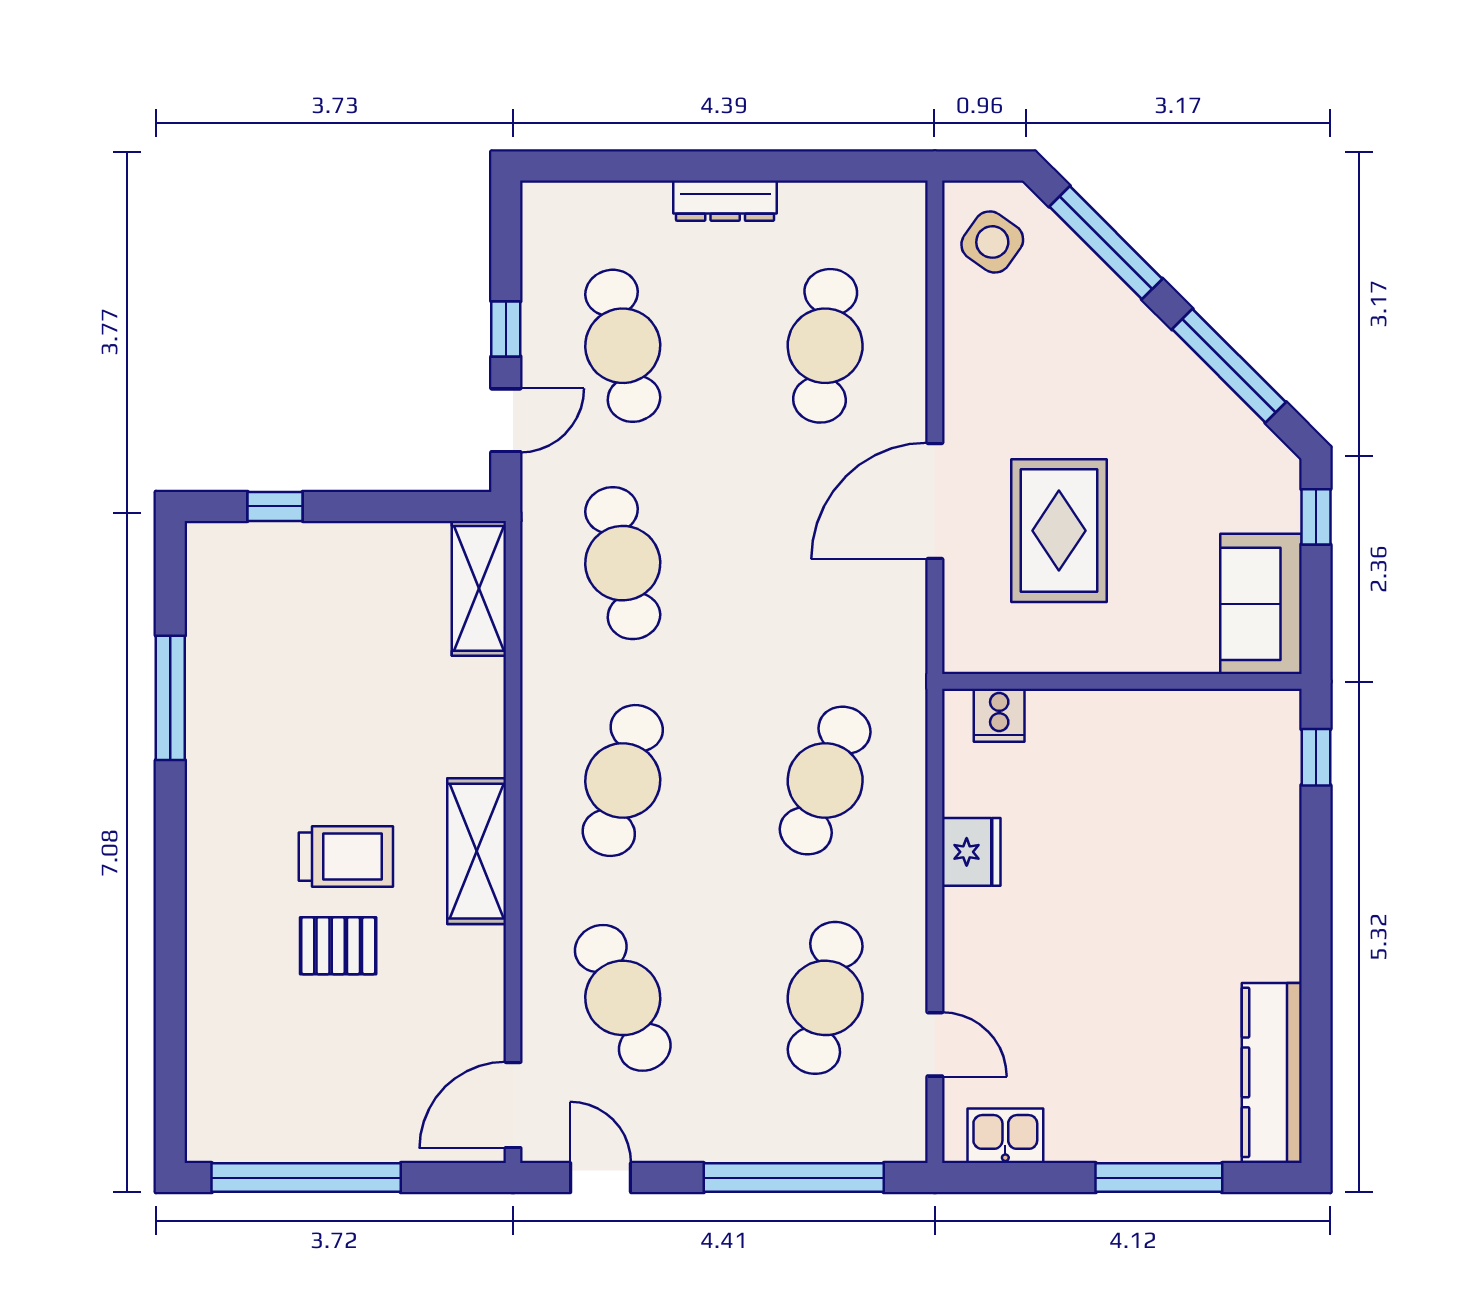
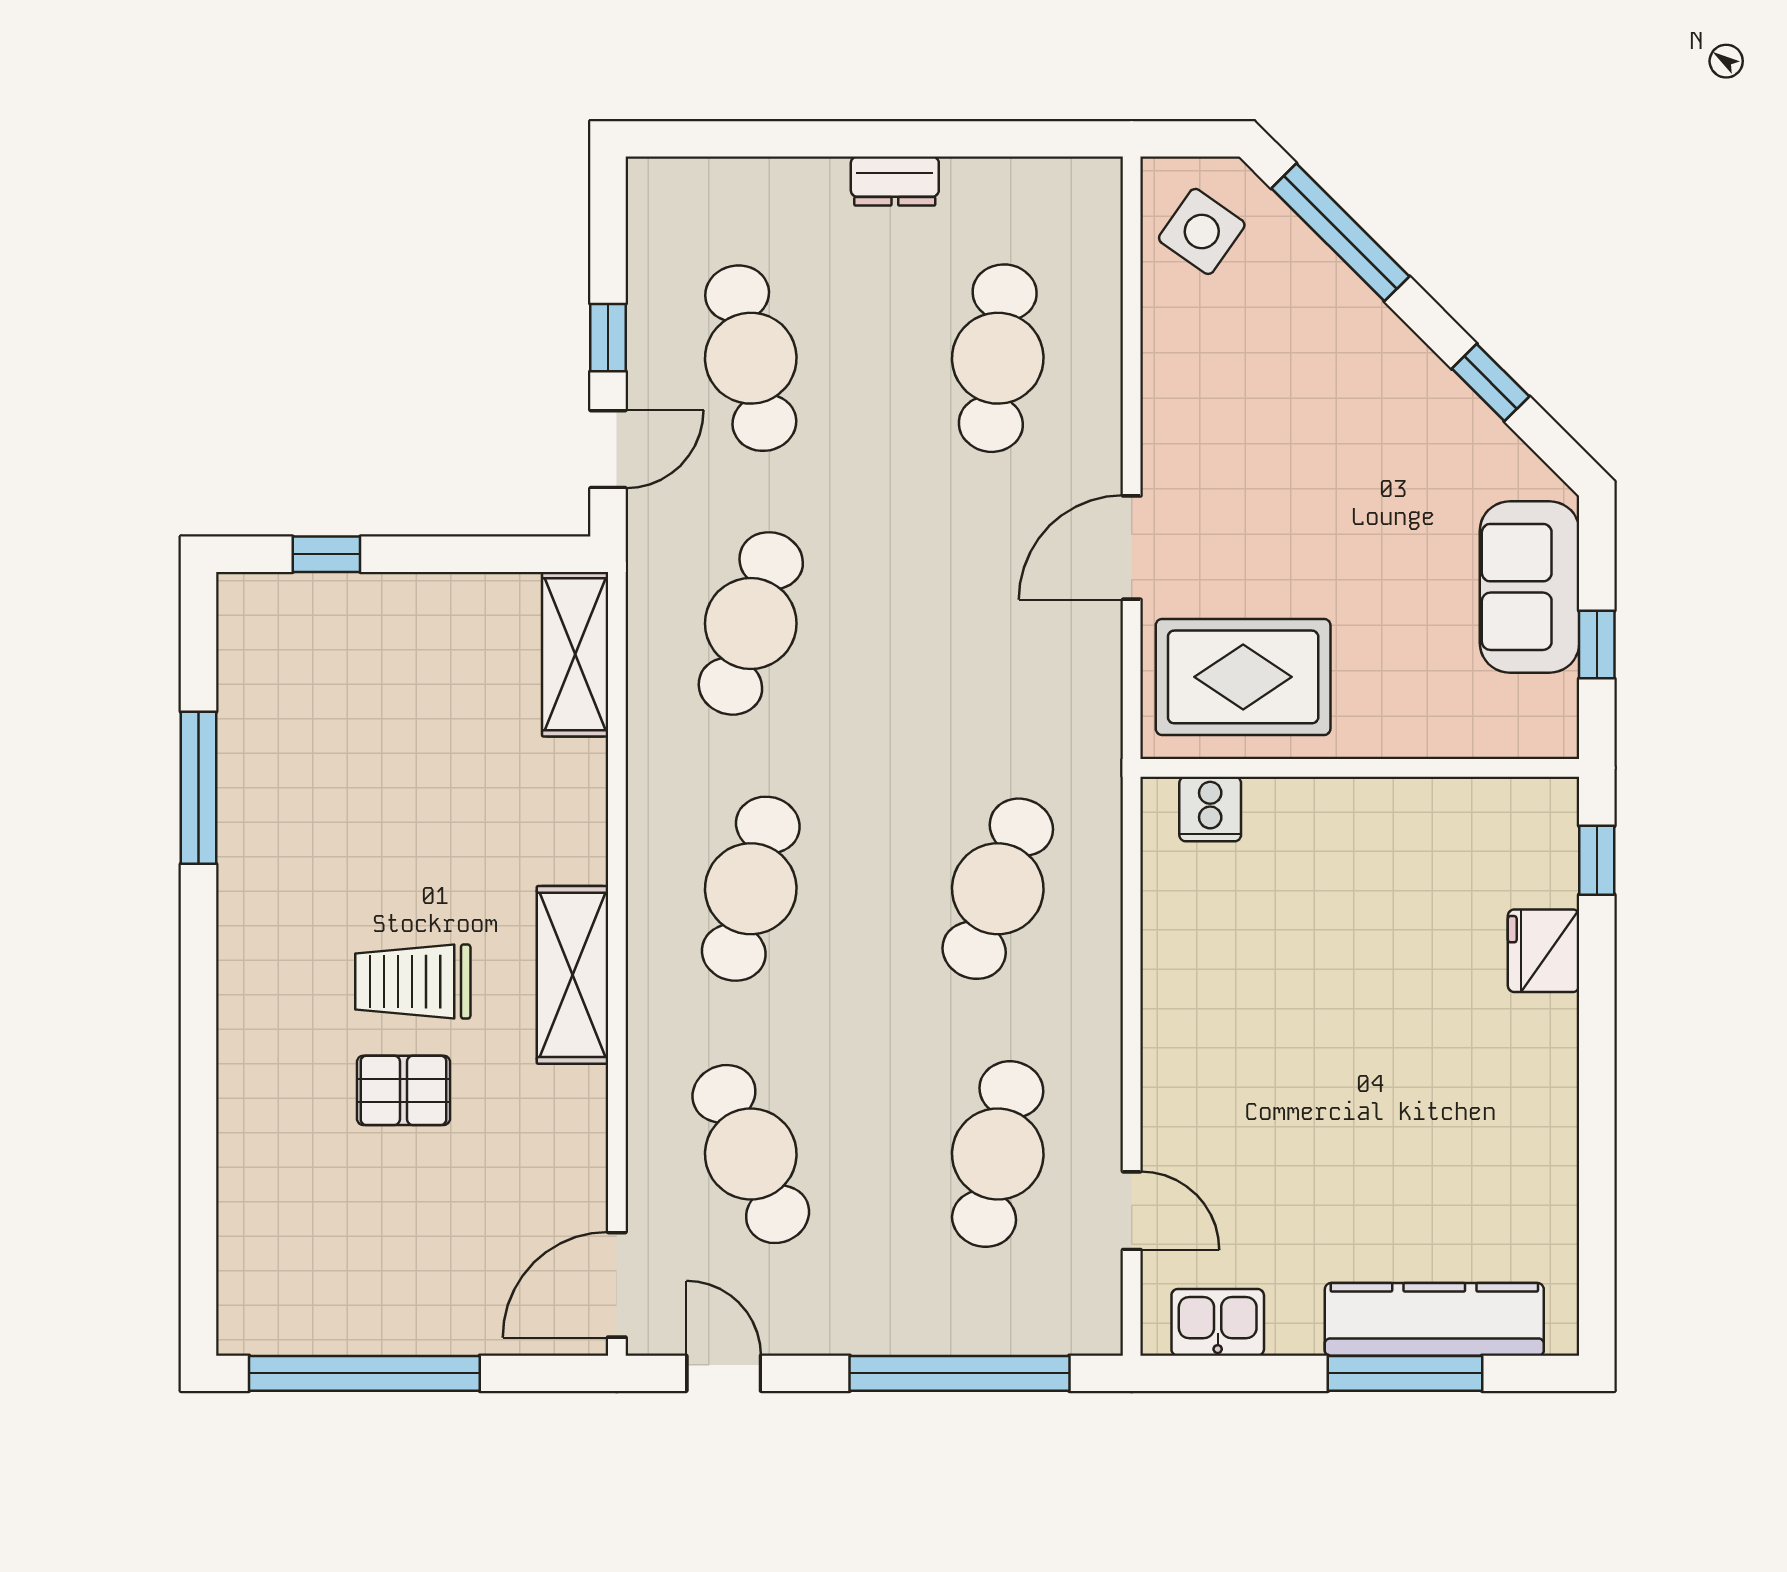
dresser: (725, 201) -> (895, 181), width x0.70
window: (1229, 366) -> (1491, 383), width x0.46
door: (935, 501) -> (1132, 548), width x0.73
window: (1316, 517) -> (1597, 645), moved
rug: (1059, 531) -> (1243, 677), moved, turned 90
cafe table: (623, 563) -> (751, 623), turned 30
sofa: (1261, 604) -> (1530, 587), moved
fridge: (971, 852) -> (1544, 951), moved, turned 180
trolley: (346, 857) -> (413, 982), turned 180
kitchen counter: (1272, 1072) -> (1434, 1319), moved, turned 90

